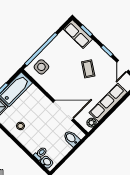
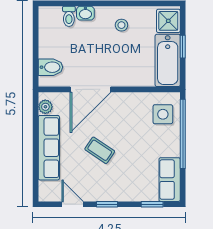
row of seats: (78, 34) -> (170, 180), moved, turned -90
coffee table: (88, 69) -> (100, 150), moved
washbasin: (47, 162) -> (85, 13), moved

